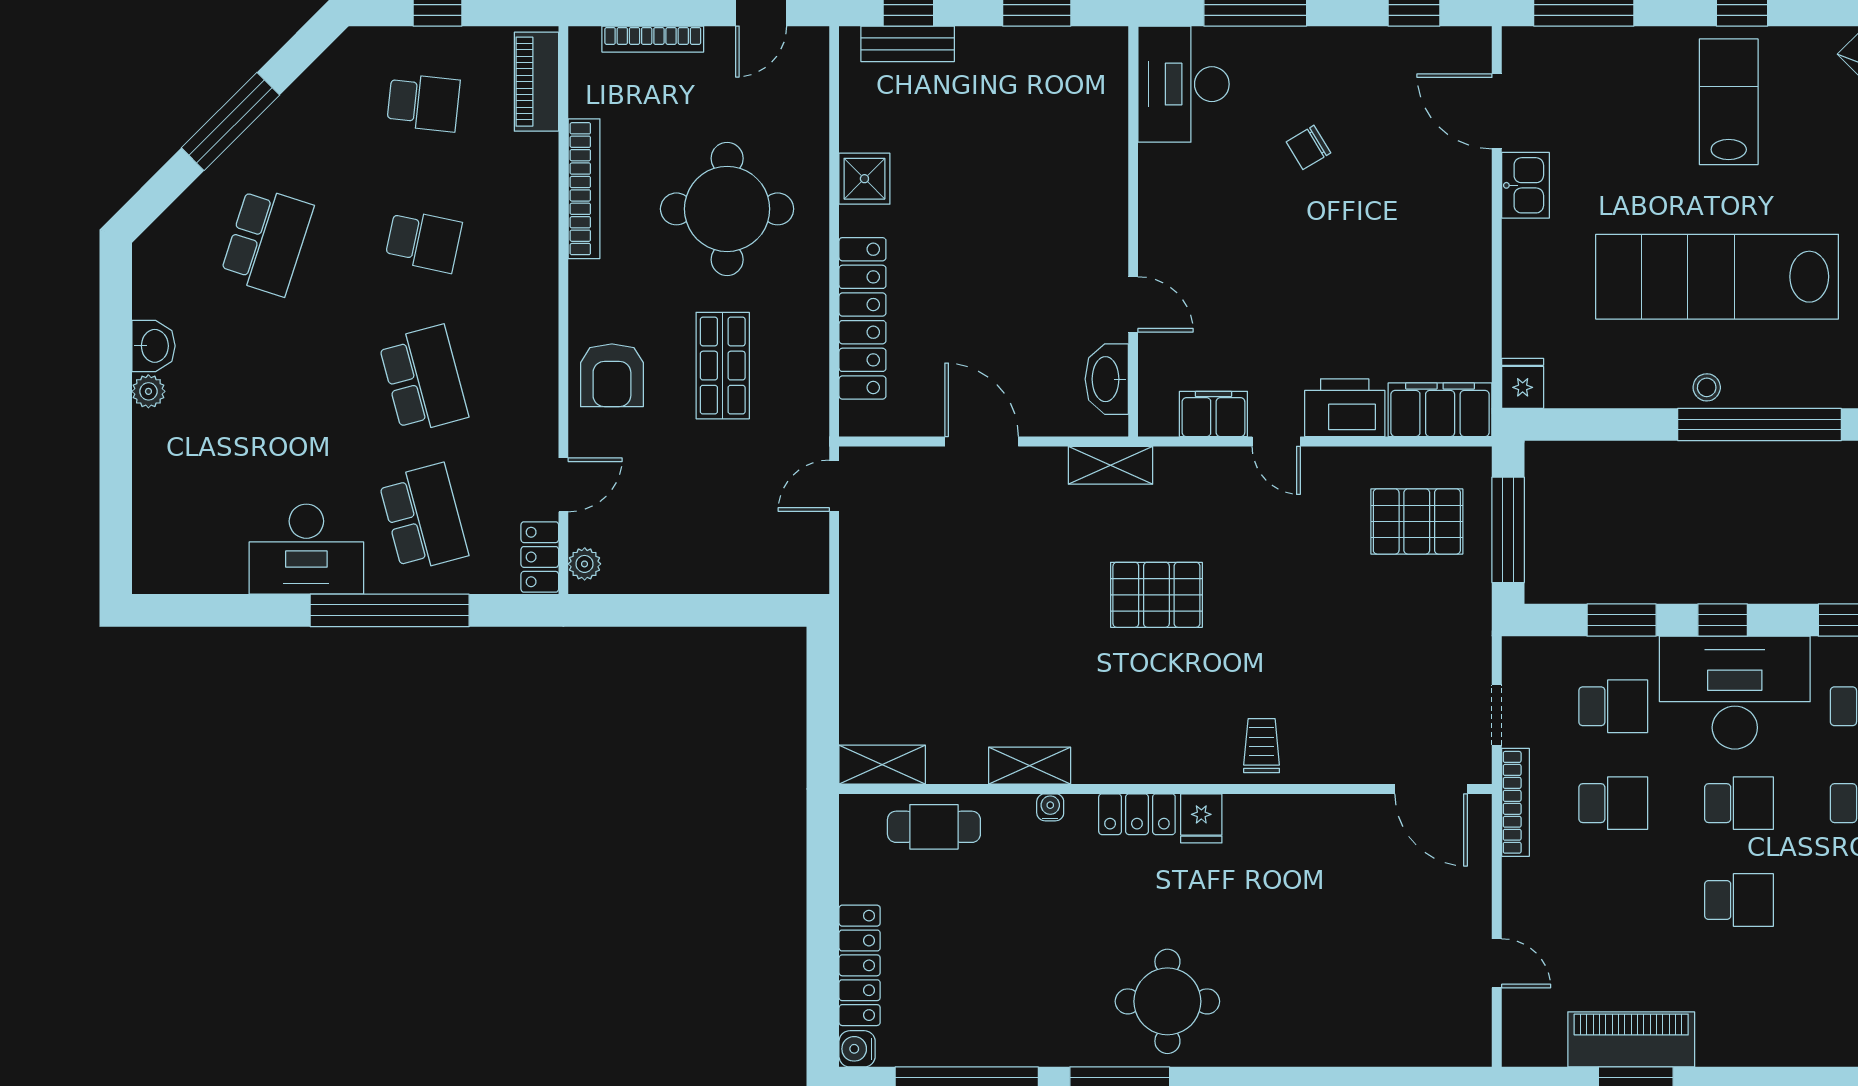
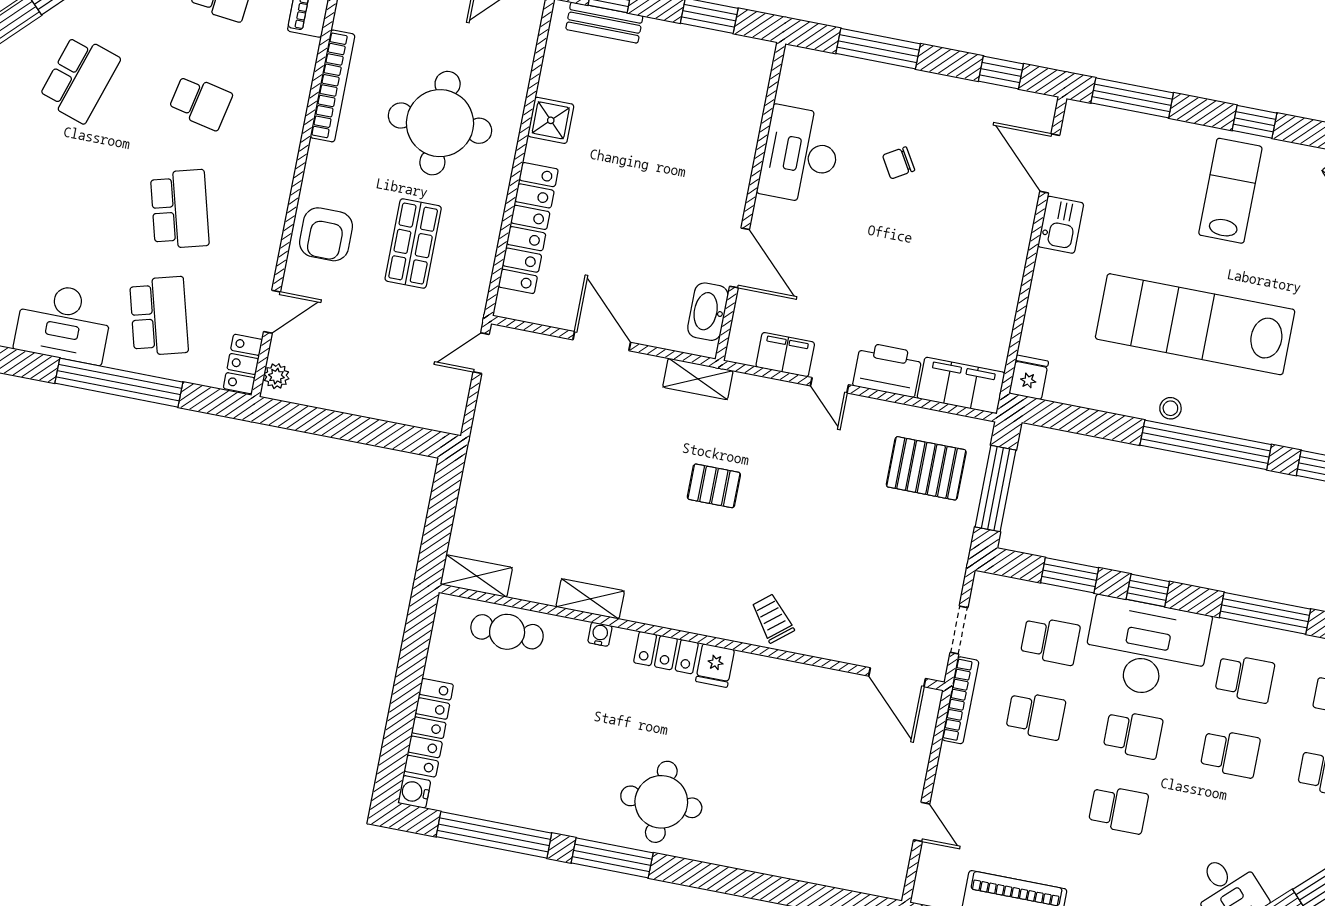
desk: (1184, 84) -> (800, 155), moved
door: (1133, 304) -> (740, 258), width x1.38
pallet: (1156, 595) -> (714, 486), width x0.67, depth x0.71
trolley: (1262, 746) -> (773, 618), turned -39

